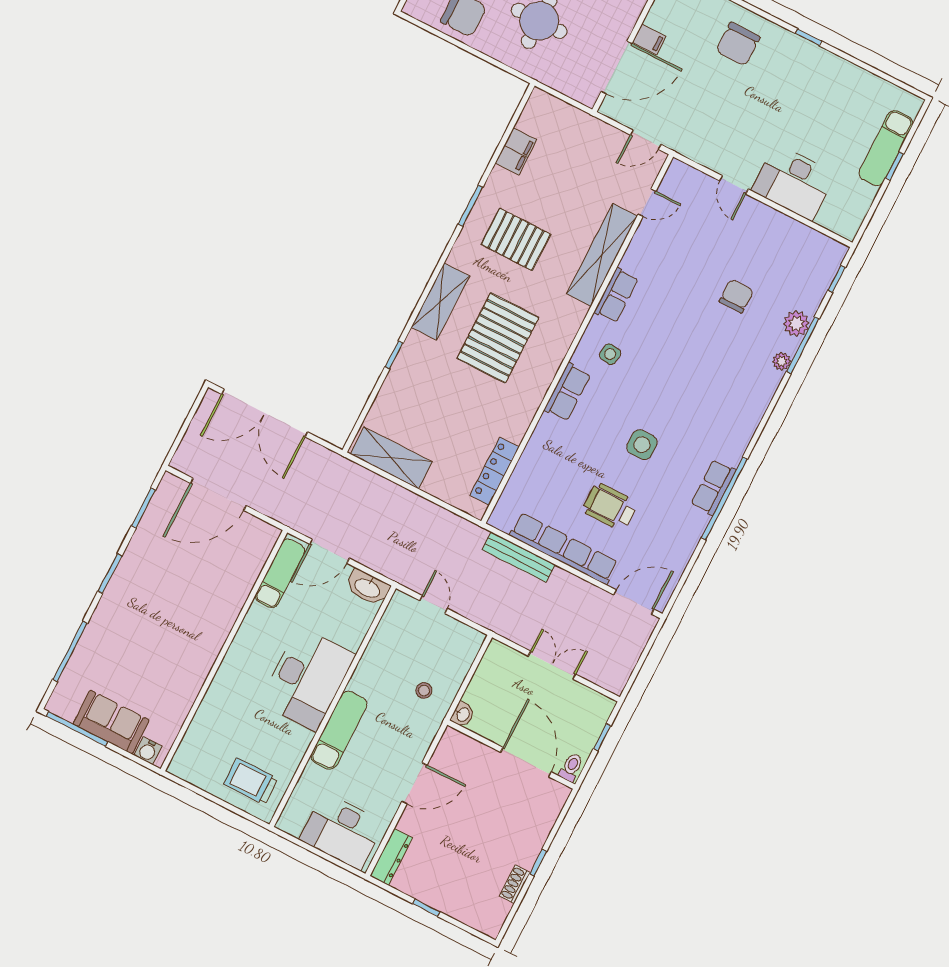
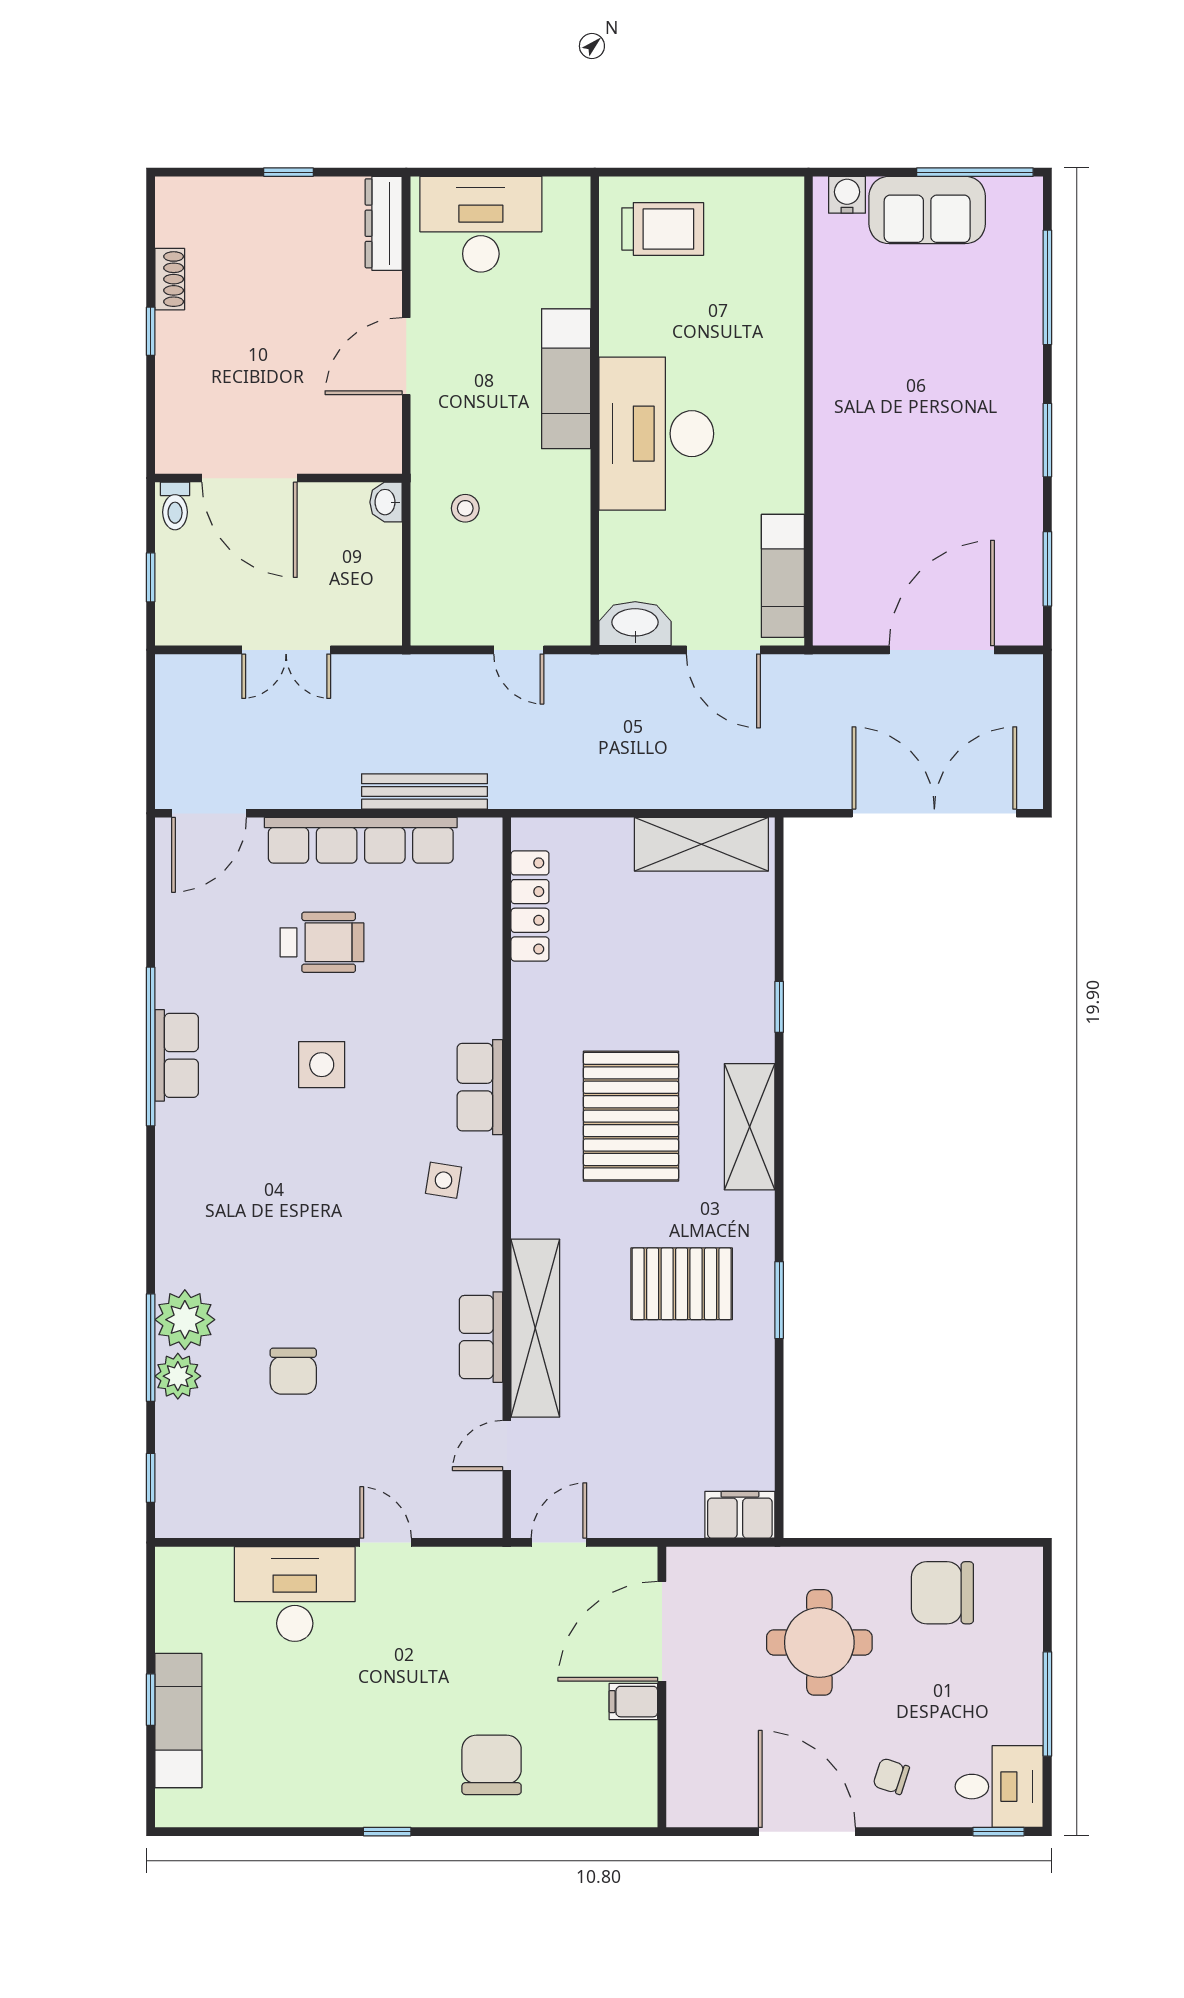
filing cabinet: (516, 151) -> (740, 1515), moved, turned 90
row of seats: (616, 295) -> (481, 1337), moved
plant: (782, 361) -> (185, 1320), width x1.88, depth x1.88
door: (329, 551) -> (723, 650), swing flipped

